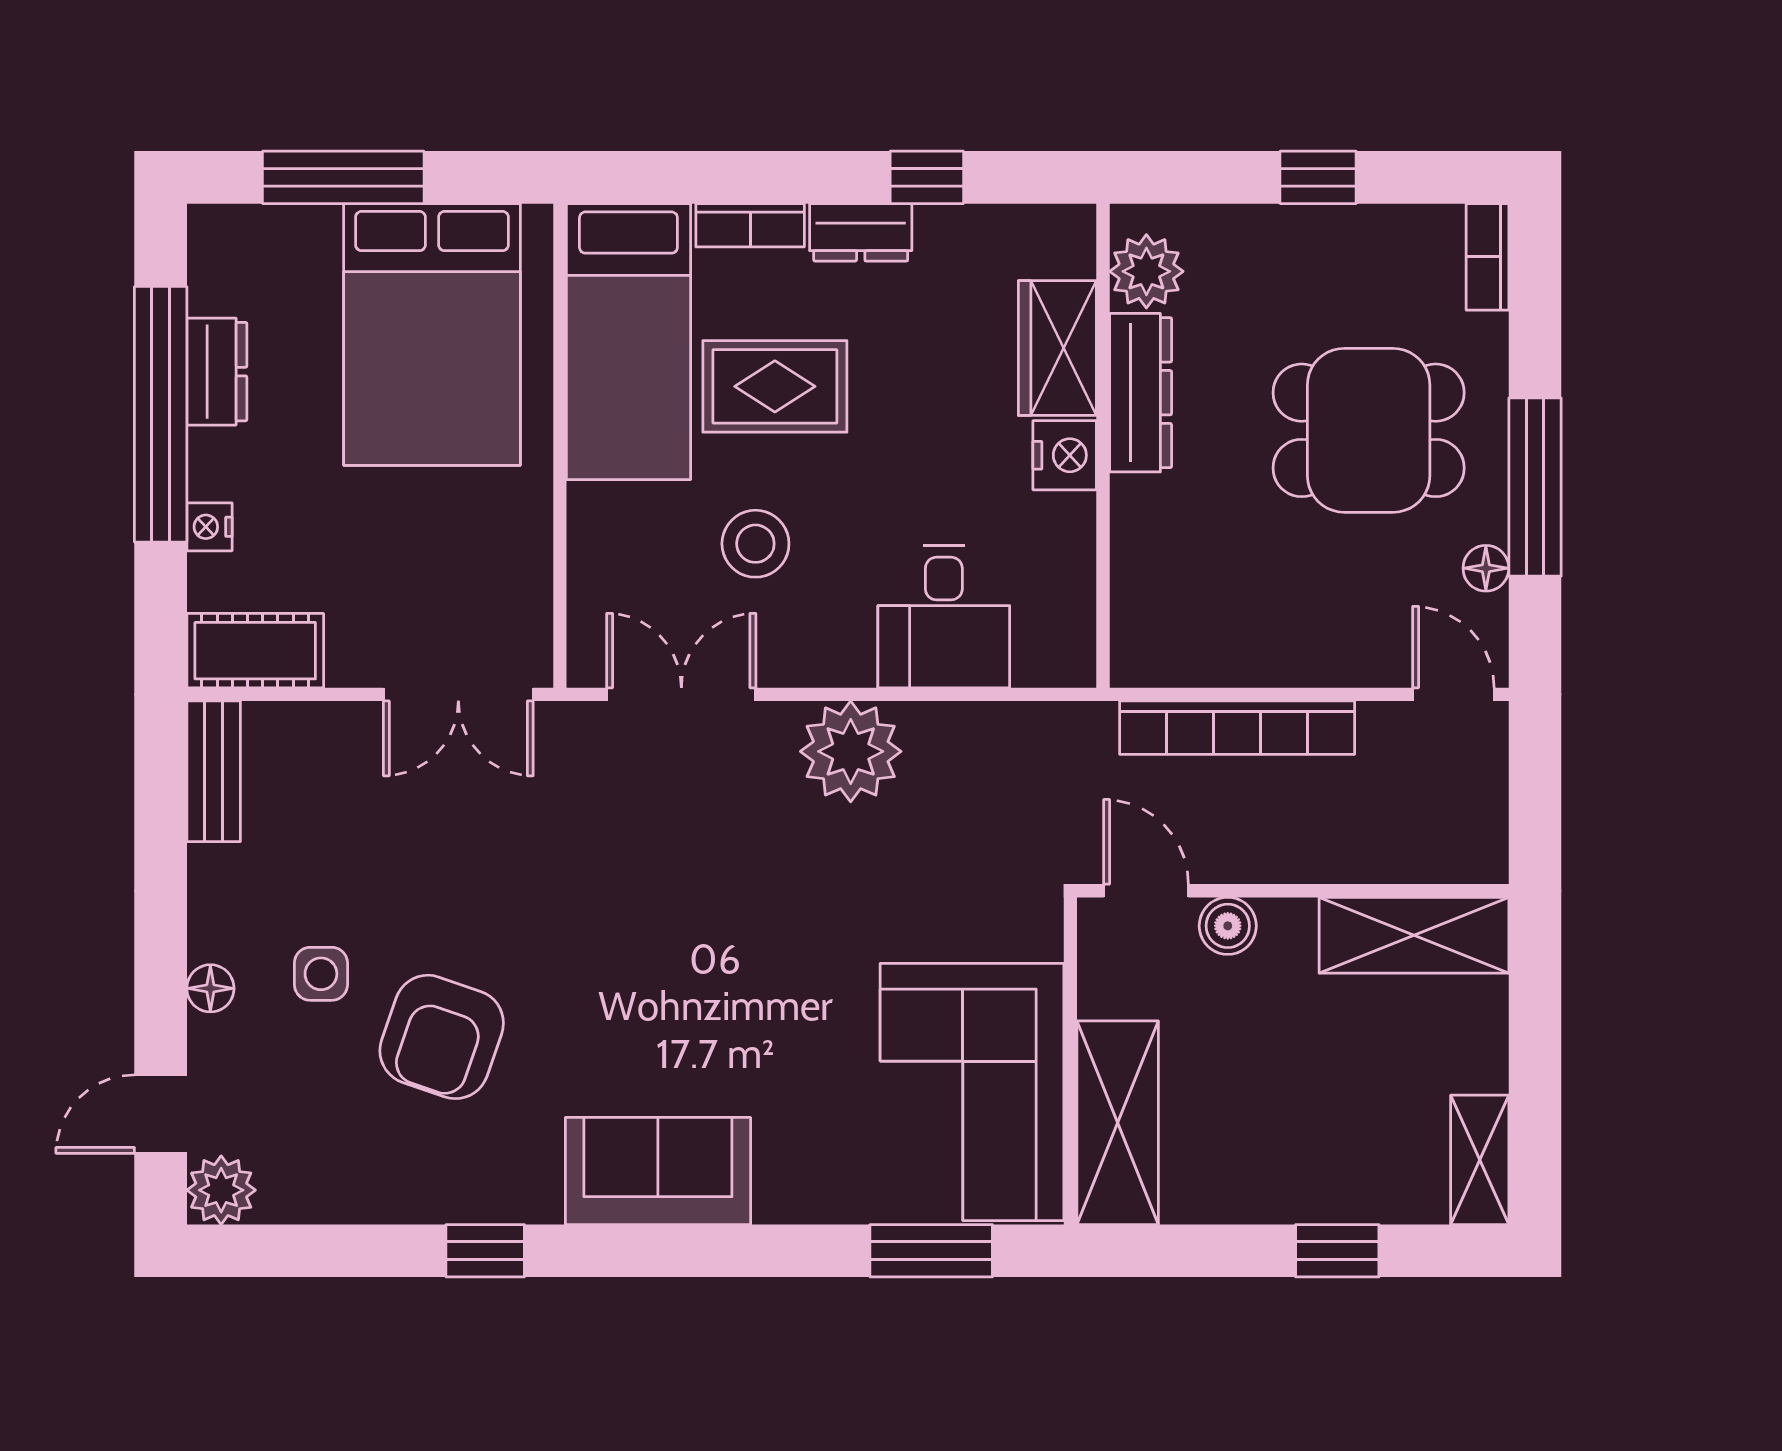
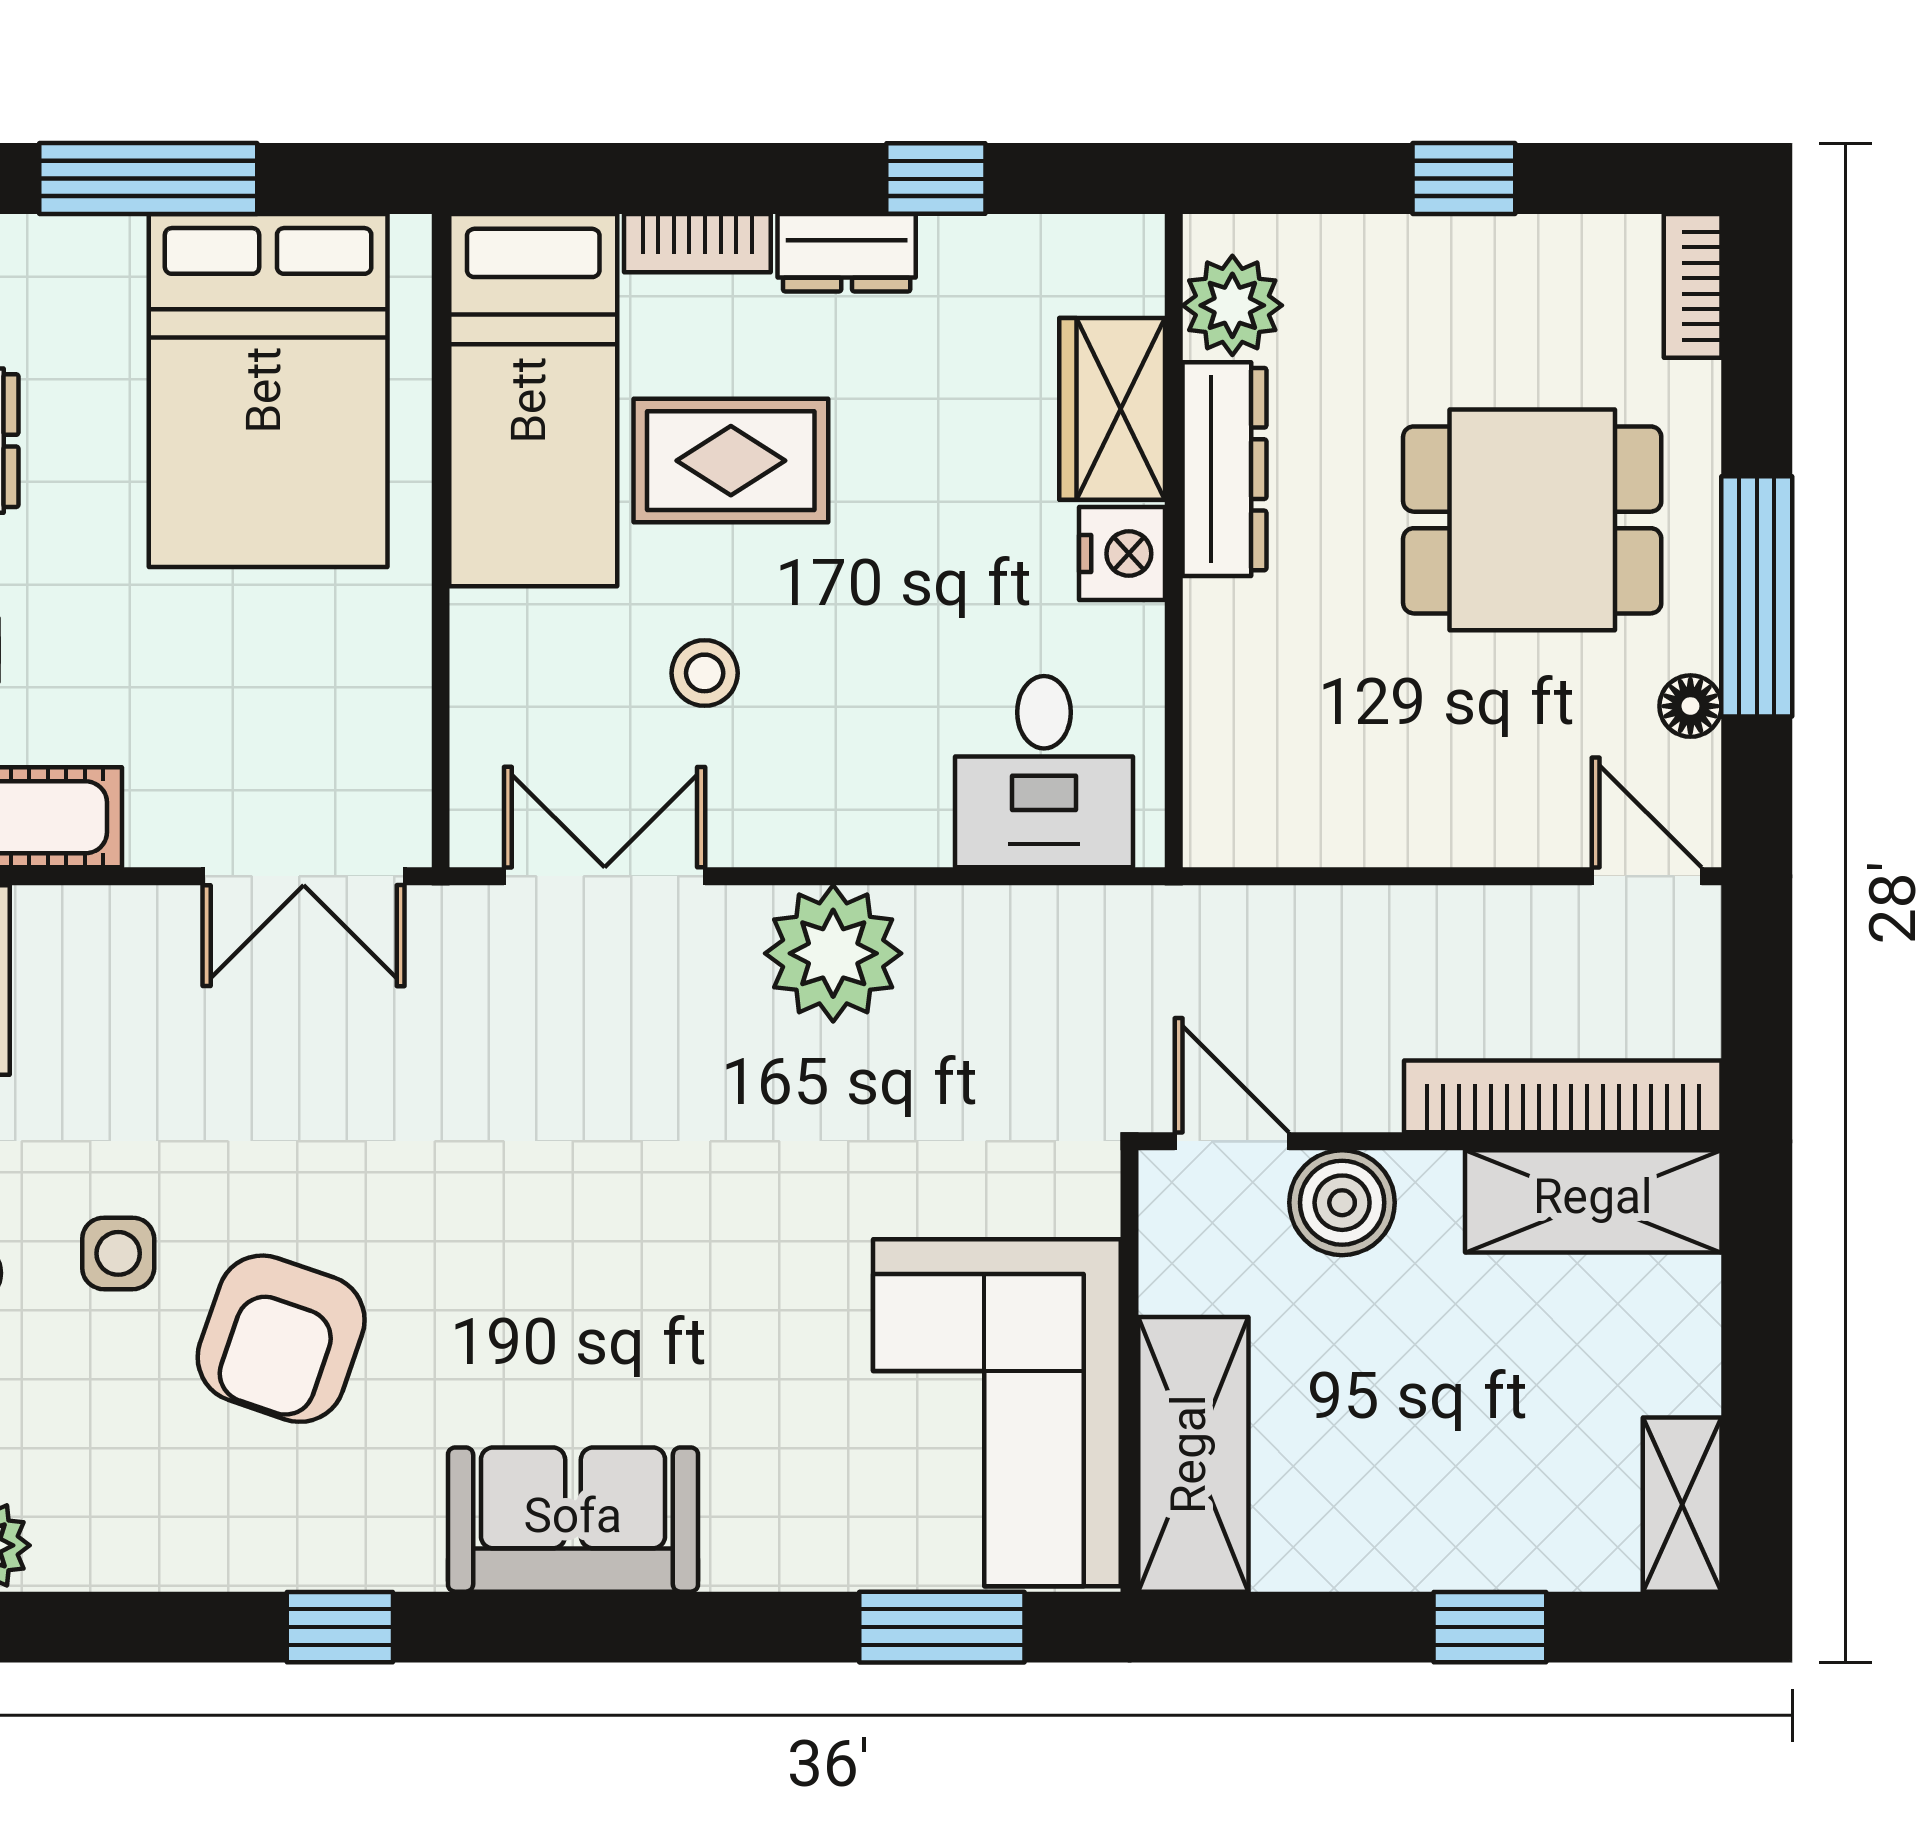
stool: (755, 544) -> (705, 673), width x0.73, depth x0.73
desk: (944, 617) -> (1044, 772), moved
bookcase: (1237, 728) -> (1563, 1096), moved, turned 180
boiler: (1228, 926) -> (1342, 1203), width x1.36, depth x1.36

